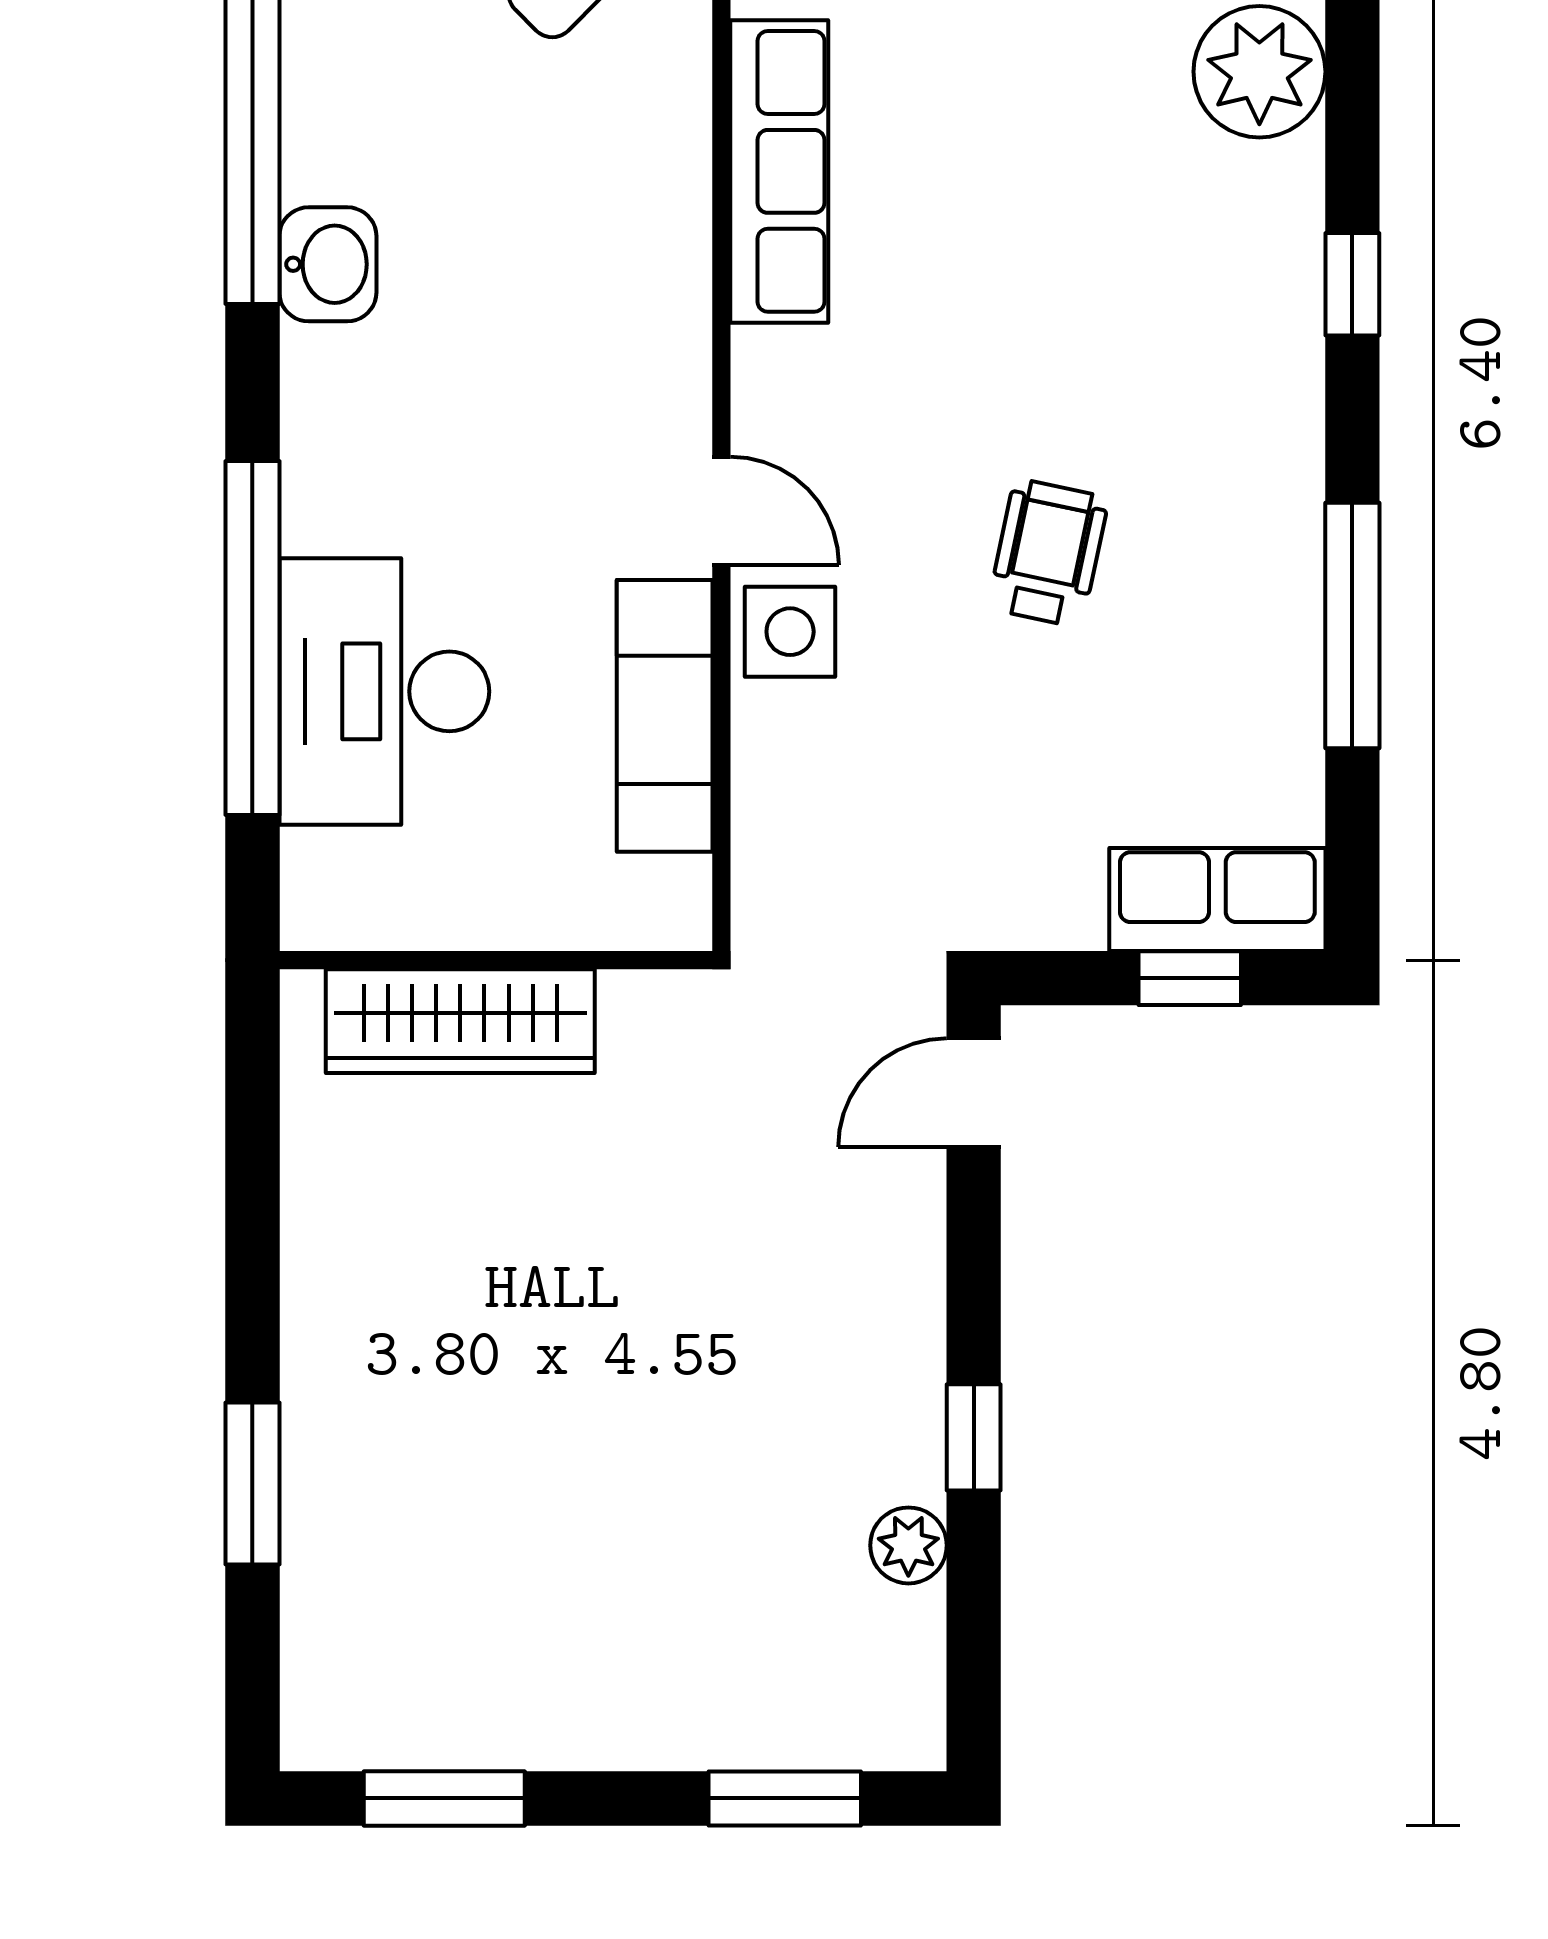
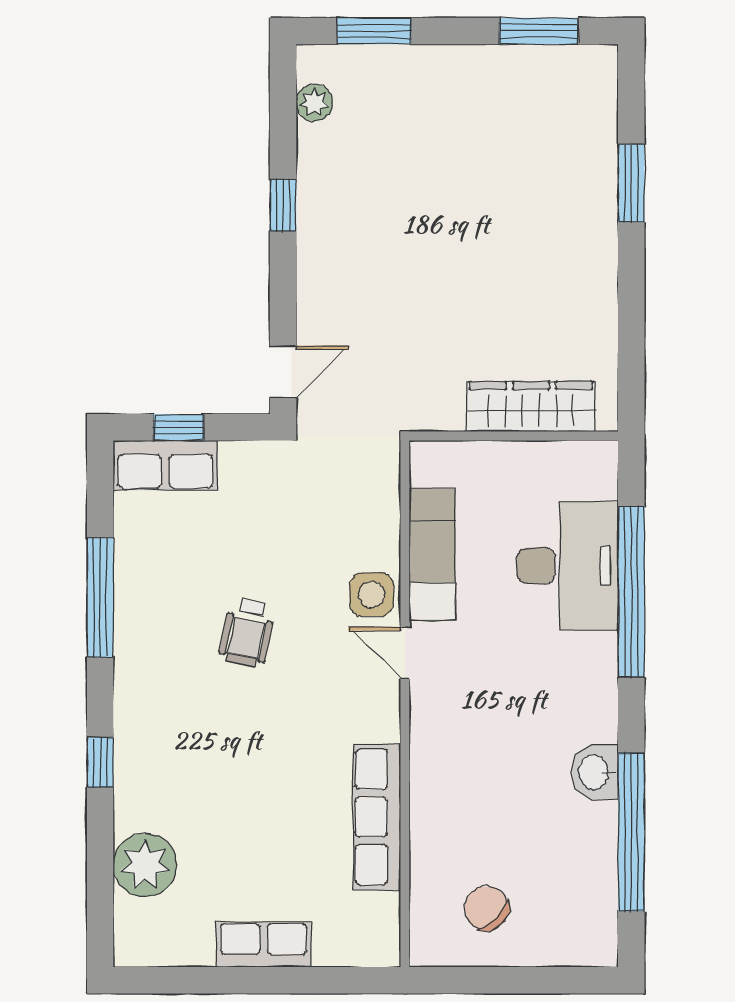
plant: (908, 1545) -> (314, 103), moved

